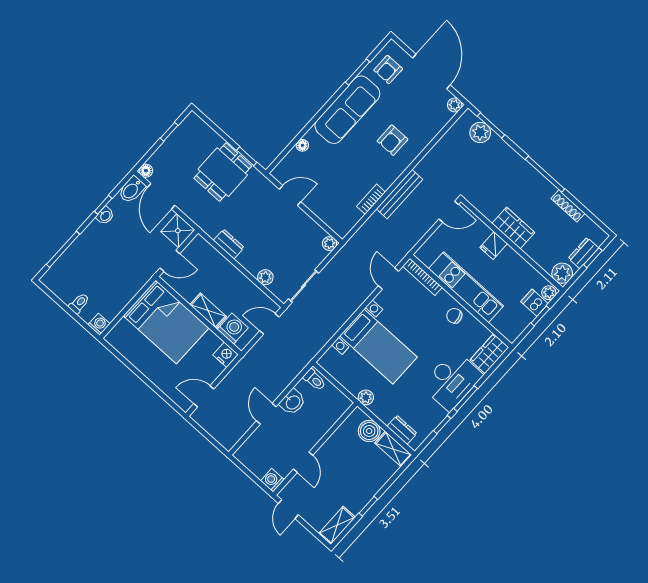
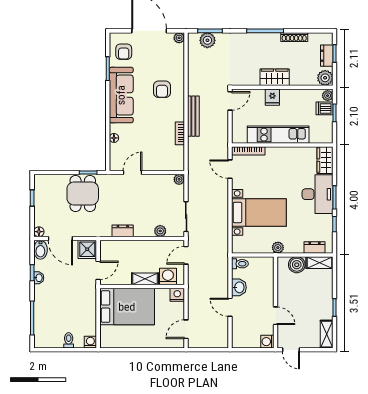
chair: (454, 316) -> (286, 157), removed

